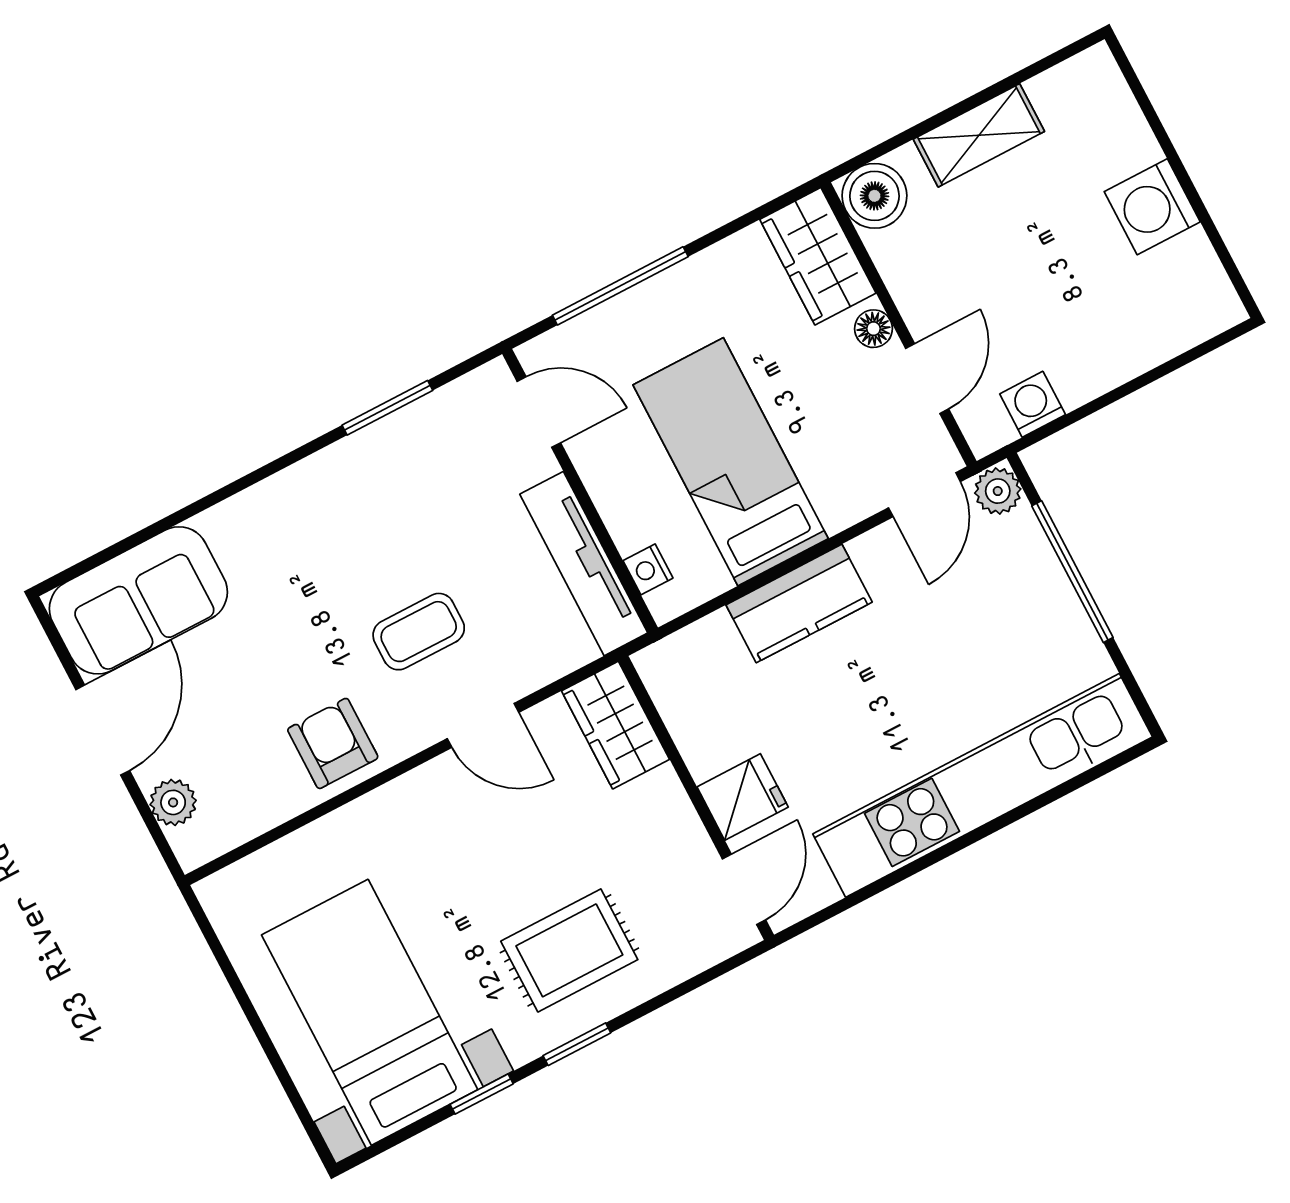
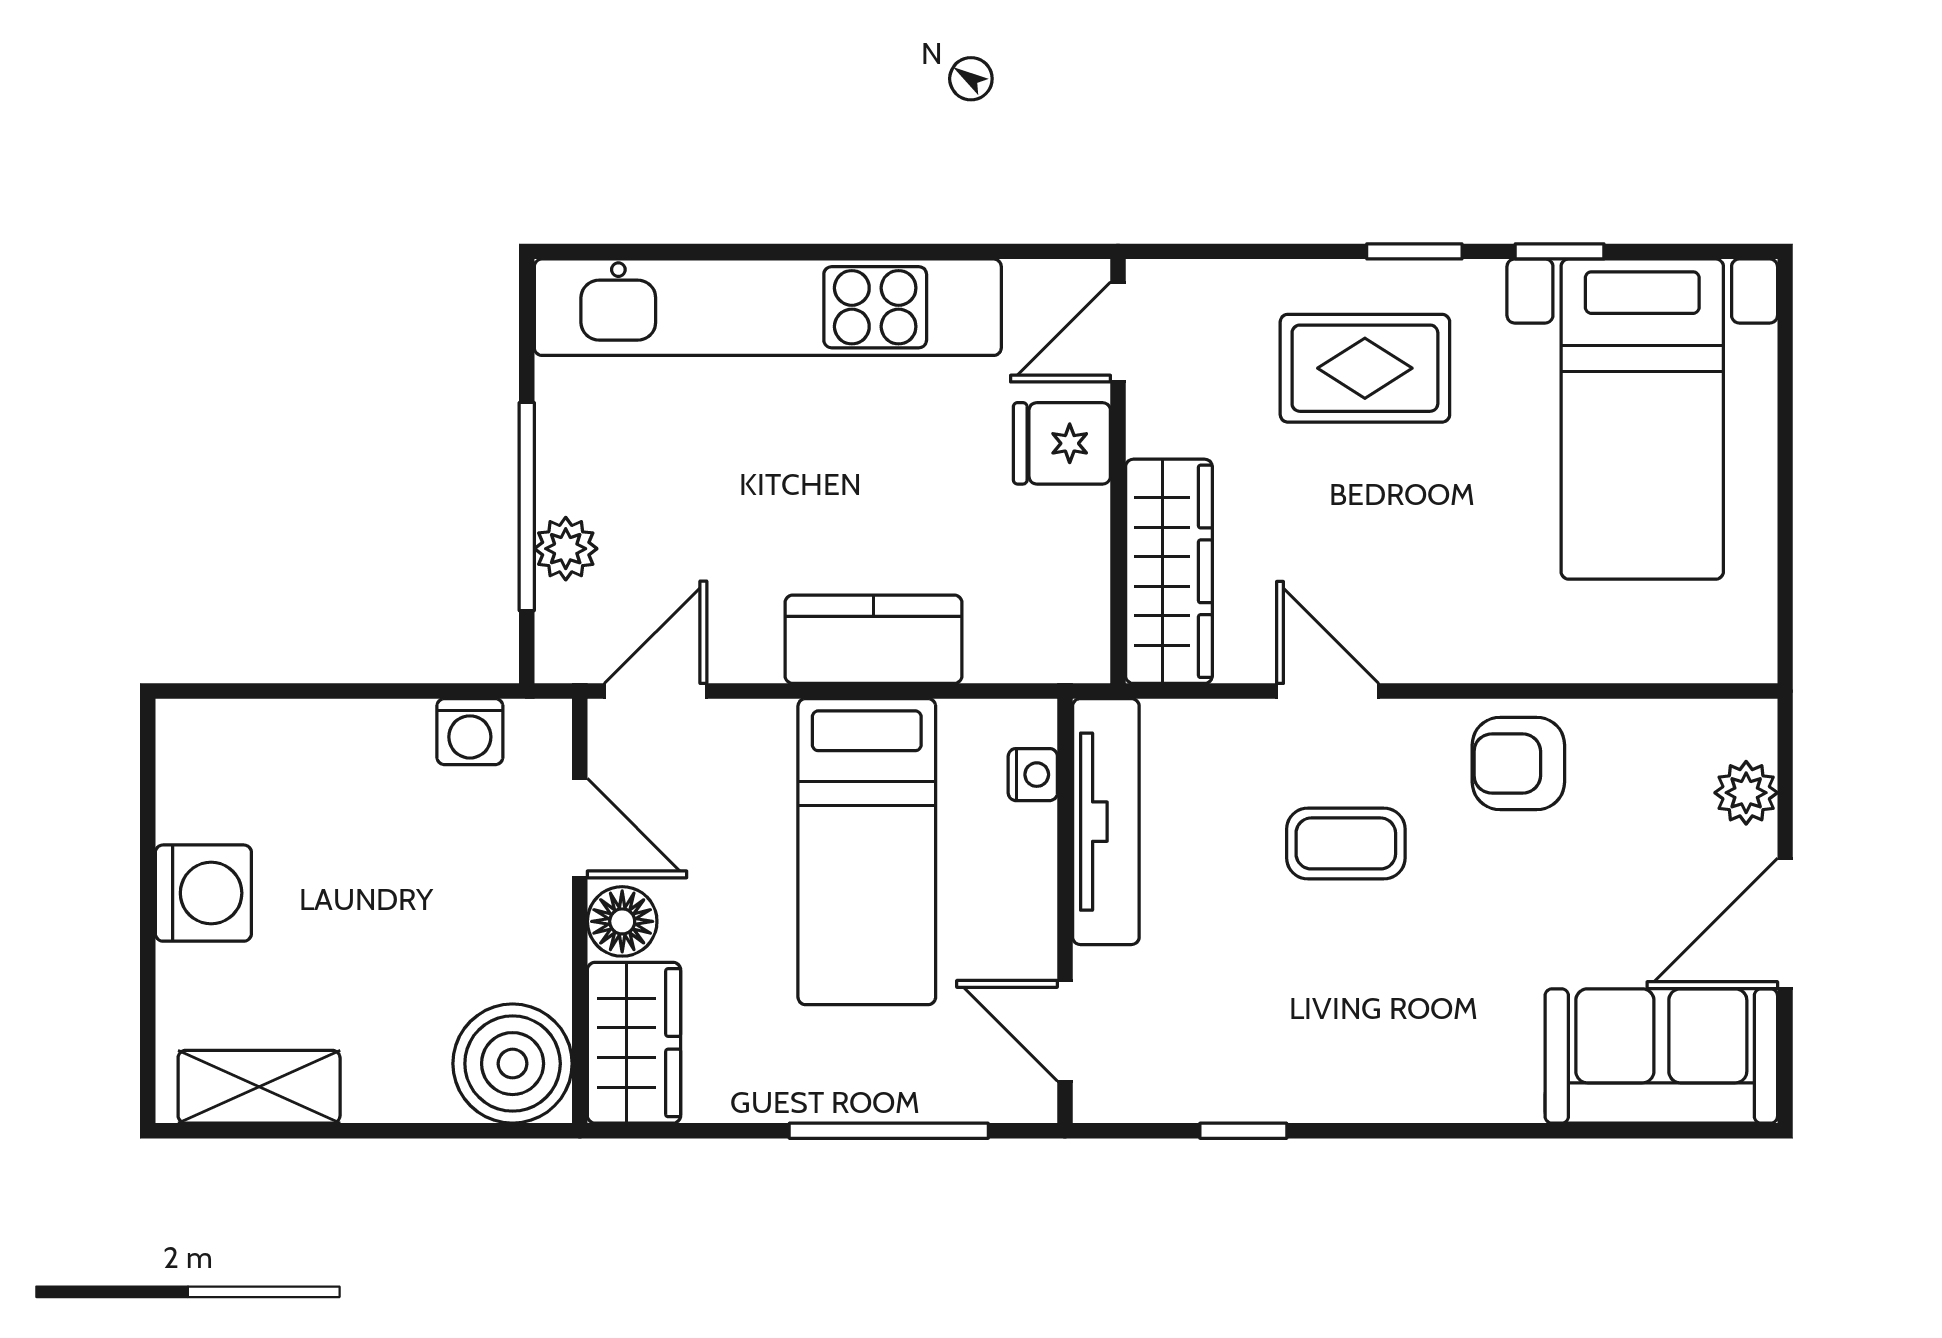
shelving: (979, 135) -> (259, 1087), moved
boiler: (874, 196) -> (513, 1064), width x1.37, depth x1.37
floor lamp: (873, 329) -> (622, 921), width x1.37, depth x1.37
door: (927, 379) -> (580, 828), swing flipped
window: (387, 408) -> (1243, 1131), width x0.67
plant: (998, 491) -> (566, 549), moved
wardrobe: (615, 725) -> (1169, 571), width x1.50
armchair: (333, 743) -> (1518, 763), turned 90

